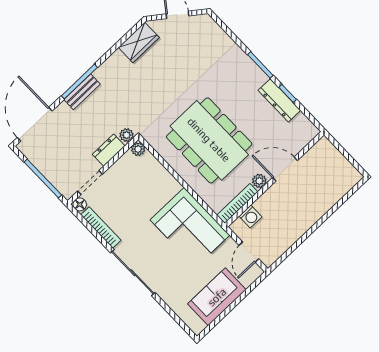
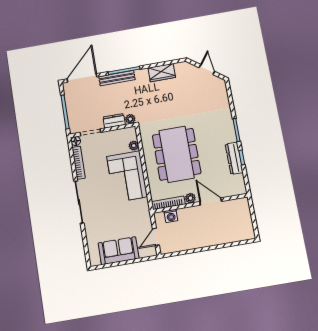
wardrobe: (139, 42) -> (162, 73), moved
bench: (82, 92) -> (117, 78), width x1.36
plant: (138, 149) -> (134, 146), moved
corner sofa: (190, 227) -> (127, 176), moved

